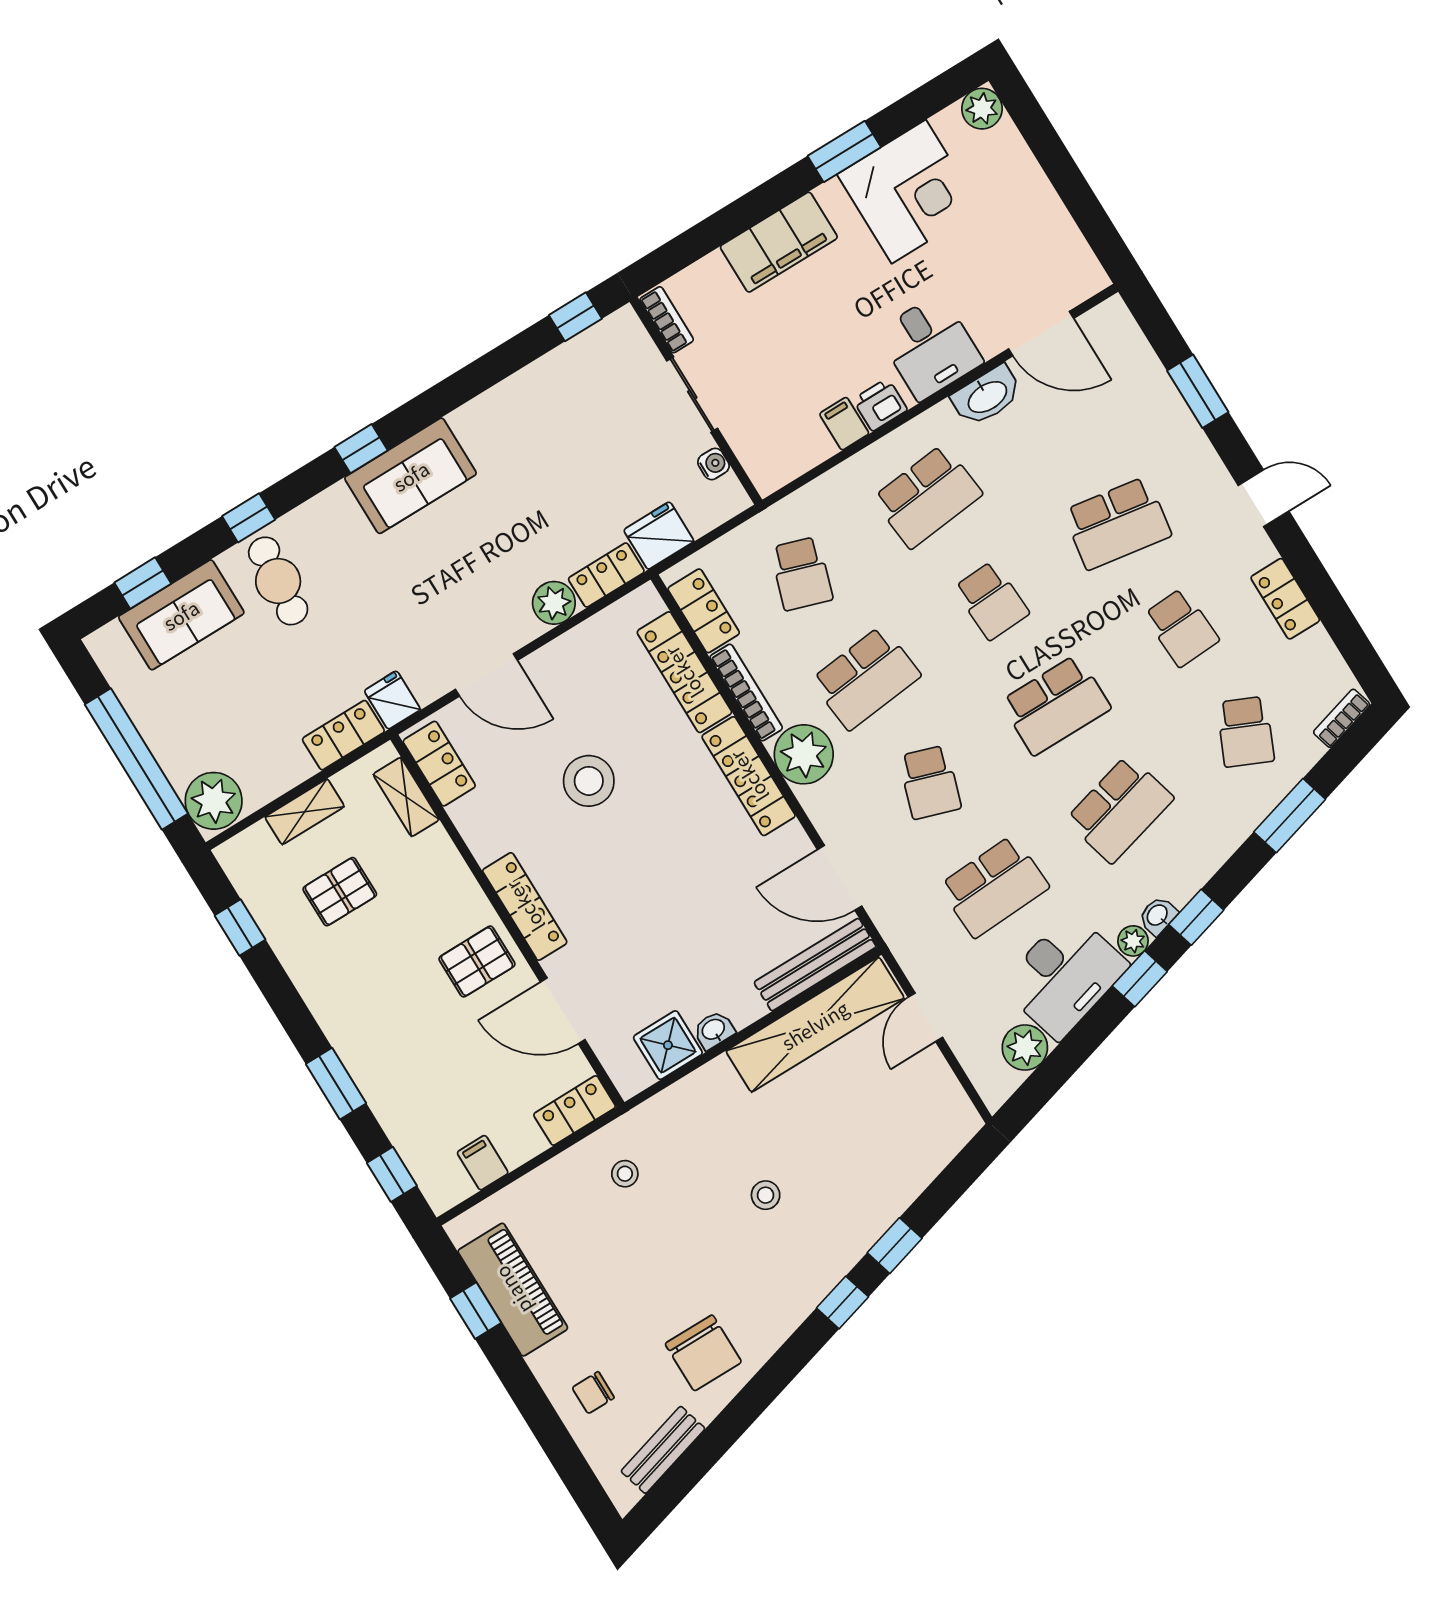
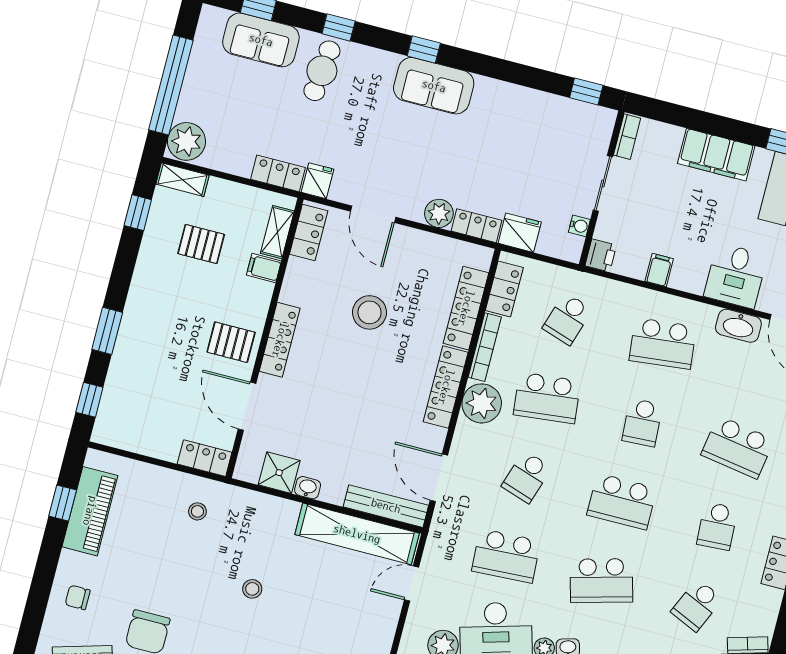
printer: (880, 405) -> (601, 255), moved, turned 90
shelving: (305, 812) -> (182, 180), moved
filing cabinet: (483, 1163) -> (264, 268), moved, turned -90

